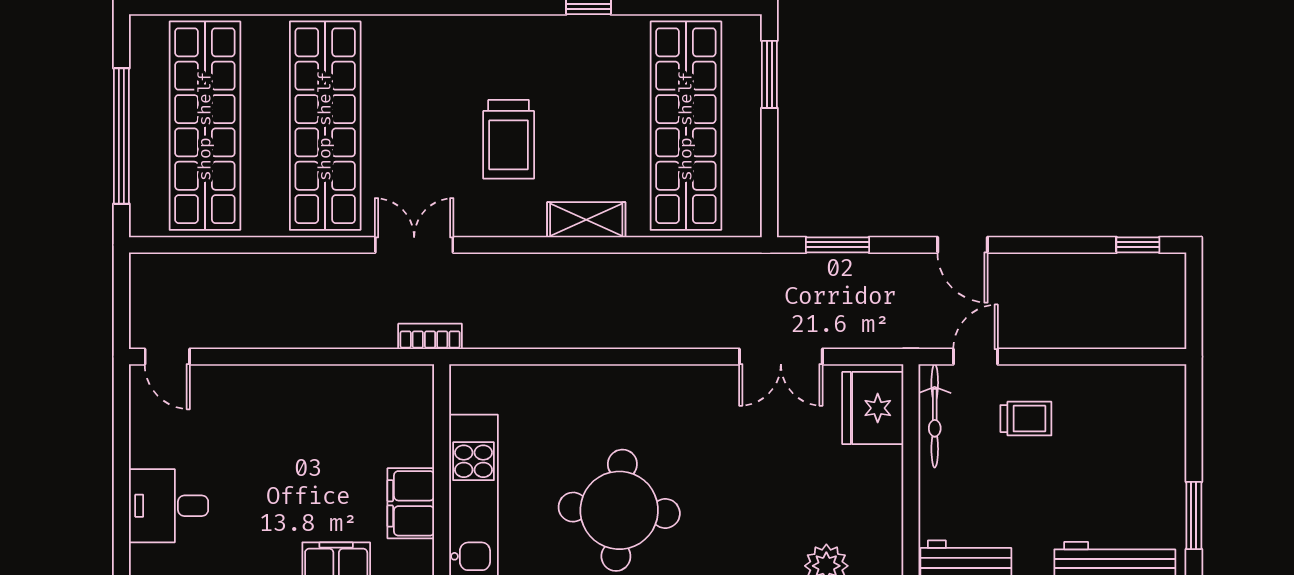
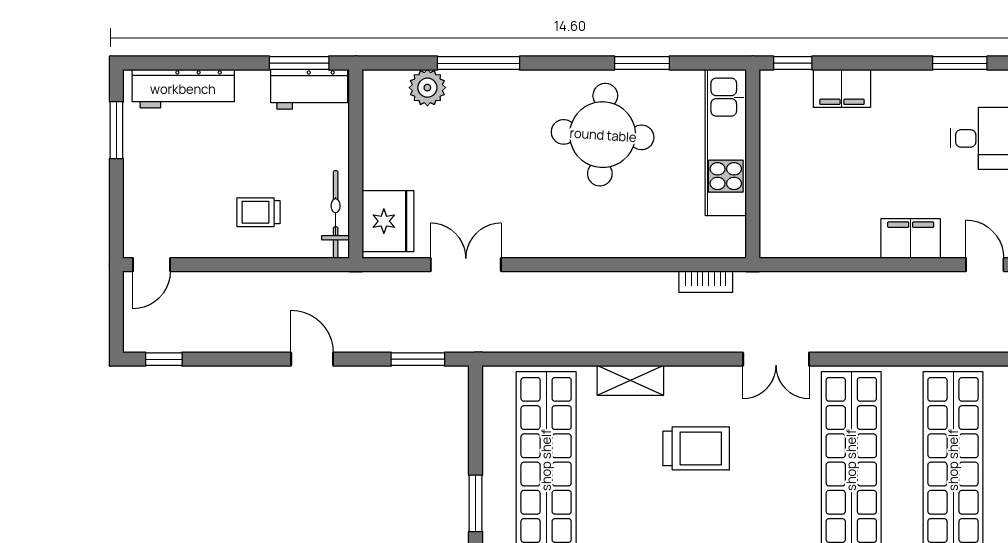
trolley: (509, 139) -> (696, 448), turned 90
bookcase: (430, 336) -> (706, 282), moved
door: (976, 357) -> (152, 265), moved
filing cabinet: (411, 503) -> (911, 239), moved, turned -90

